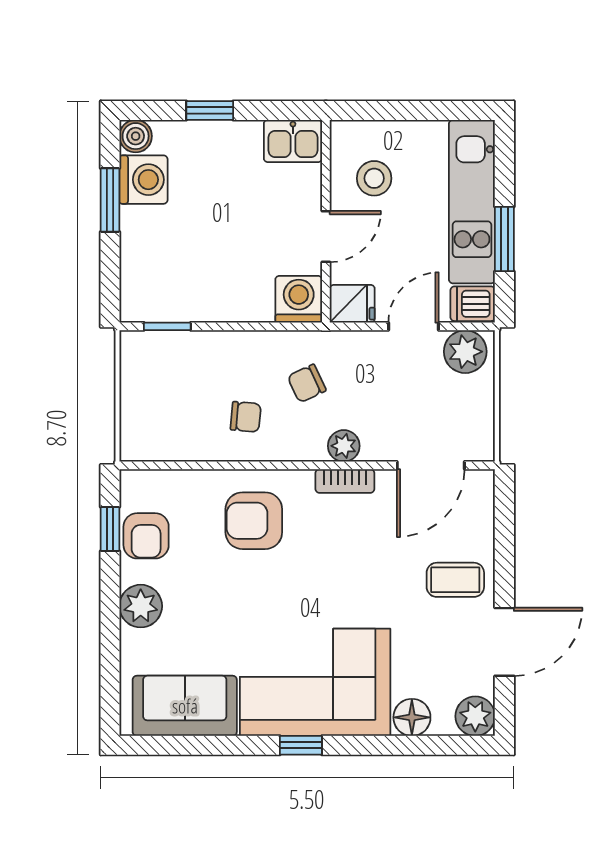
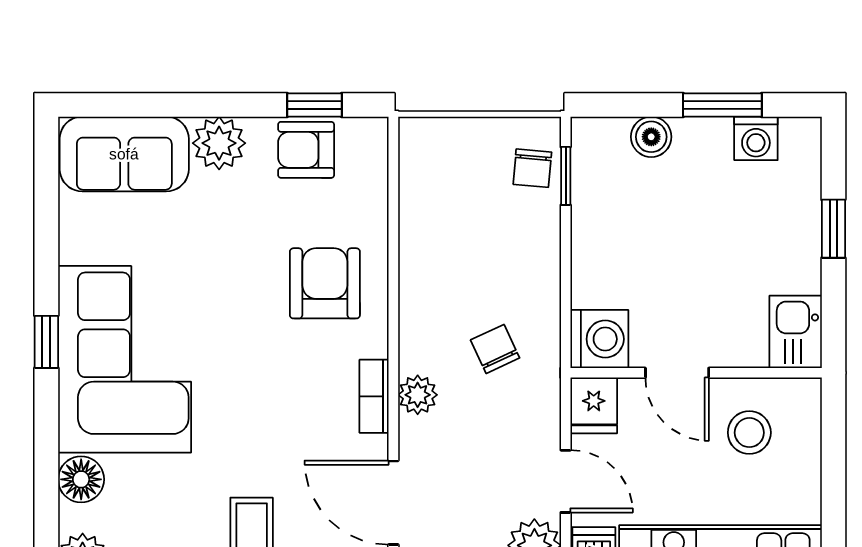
boiler: (136, 136) -> (651, 137), moved
washing machine: (143, 180) -> (756, 138), width x0.73, depth x0.73
chair: (246, 417) -> (532, 168), moved
sofa: (185, 706) -> (124, 154), moved, turned 90

